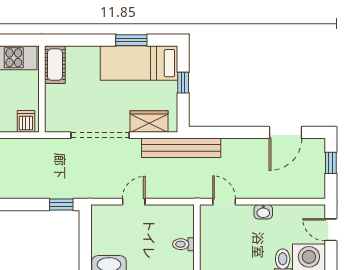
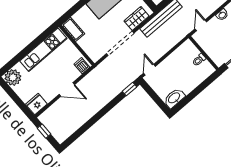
door: (134, 202) -> (149, 70), moved
door: (224, 202) -> (201, 25), hinge flipped

